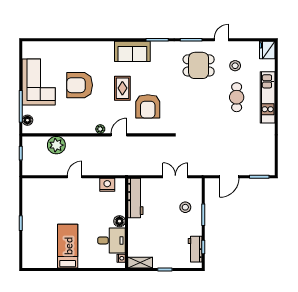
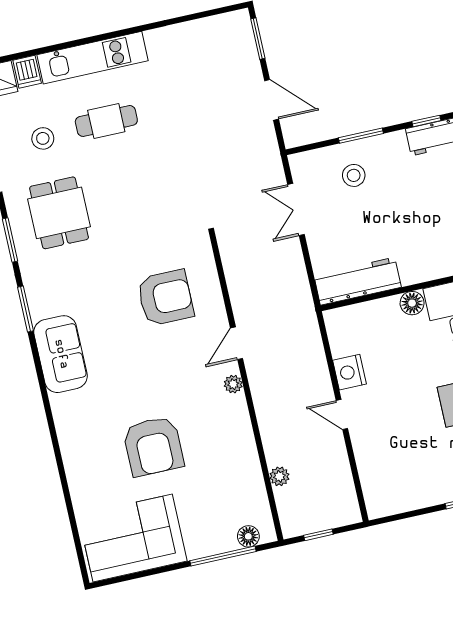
dishwasher: (268, 65) -> (27, 72), added
corner sofa: (39, 82) -> (133, 538), moved
rug: (122, 88) -> (140, 357), removed
door: (119, 135) -> (237, 343), hinge flipped
plant: (56, 145) -> (279, 476), width x0.53, depth x0.53
nightstand: (107, 185) -> (350, 372), moved

